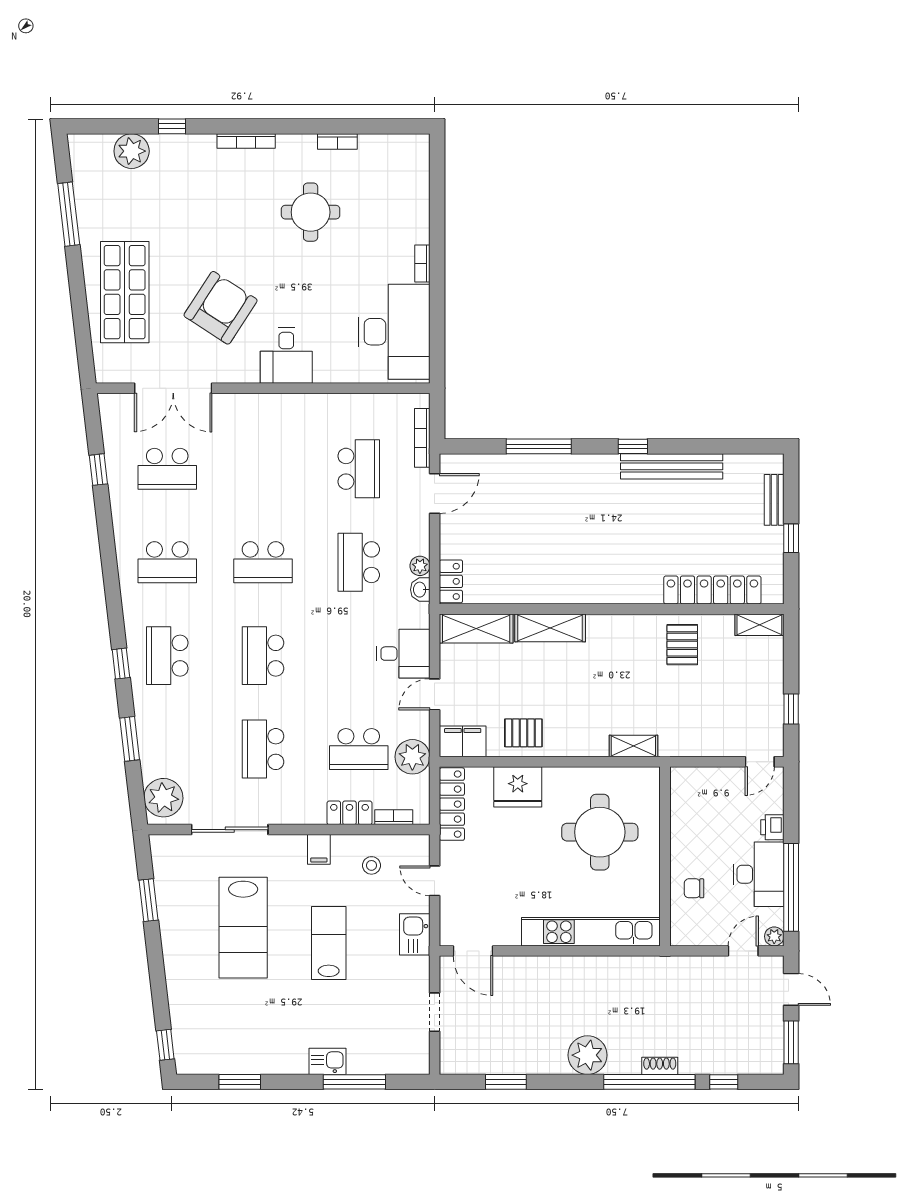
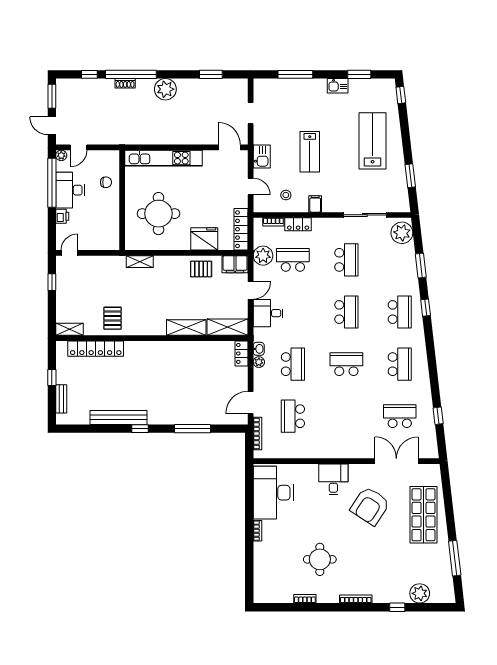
school desk: (167, 562) -> (400, 364), turned 90
lab bench: (243, 928) -> (373, 141), moved
kitchen sink: (327, 1061) -> (338, 86), moved

